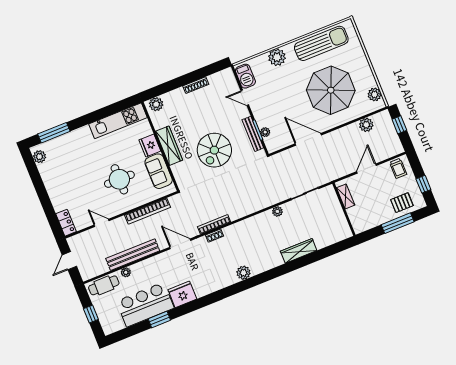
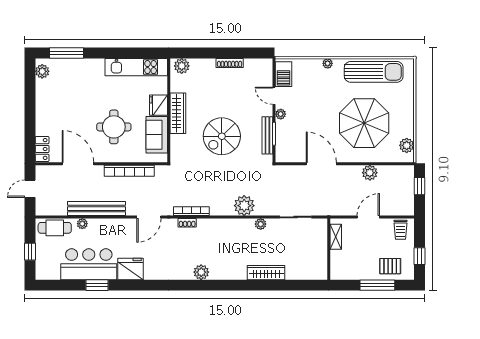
plant: (277, 57) -> (328, 63), width x0.53, depth x0.53
plant: (366, 125) -> (370, 173), moved
plant: (265, 132) -> (281, 114), moved
plant: (257, 201) -> (244, 206), added
door: (102, 223) -> (78, 164), width x1.88
door: (180, 244) -> (149, 217), swing flipped

